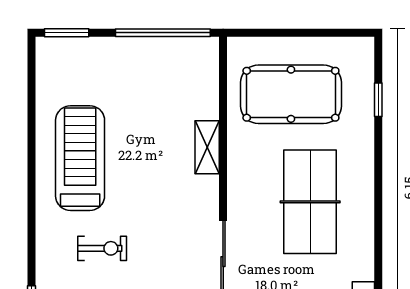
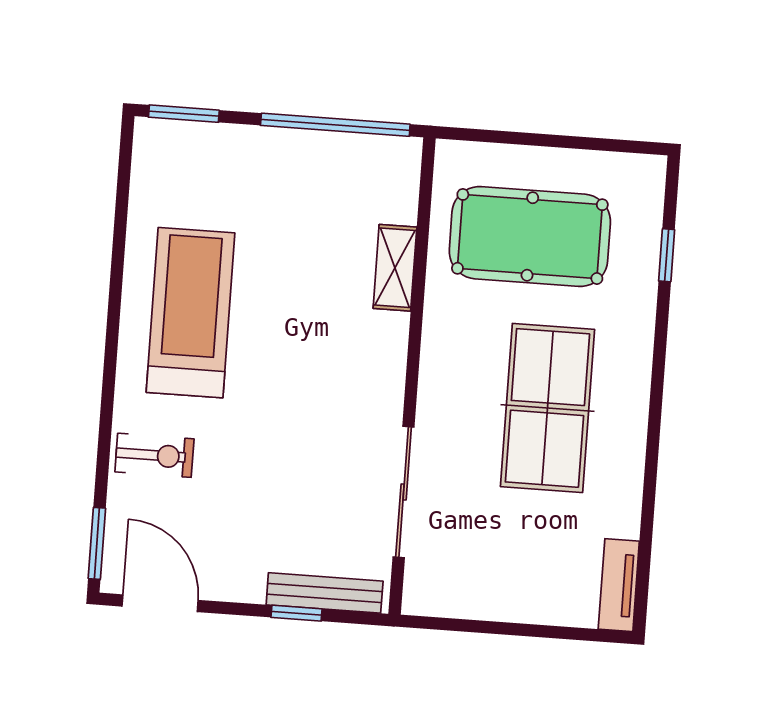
shelving: (207, 147) -> (395, 268), moved
exercise bike: (102, 248) -> (154, 455), moved

